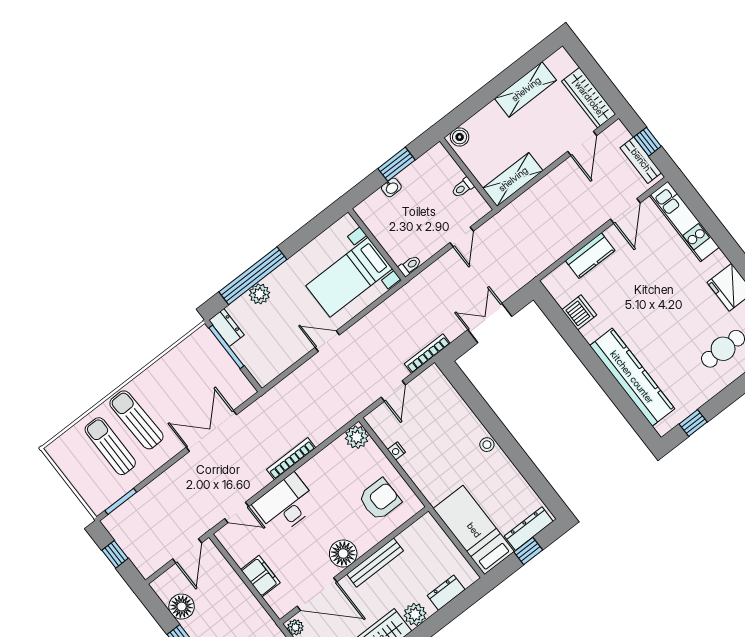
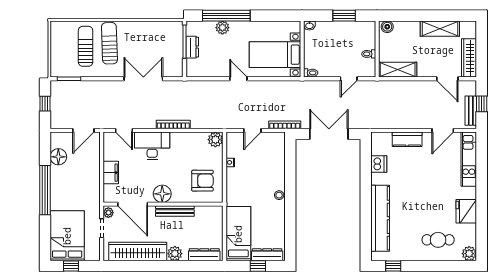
door: (582, 143) -> (447, 79), hinge flipped
washbasin: (391, 187) -> (309, 25), moved
double door: (490, 323) -> (329, 134), width x1.37
dresser: (226, 328) -> (192, 47), moved
dresser: (446, 593) -> (204, 255), width x1.44

